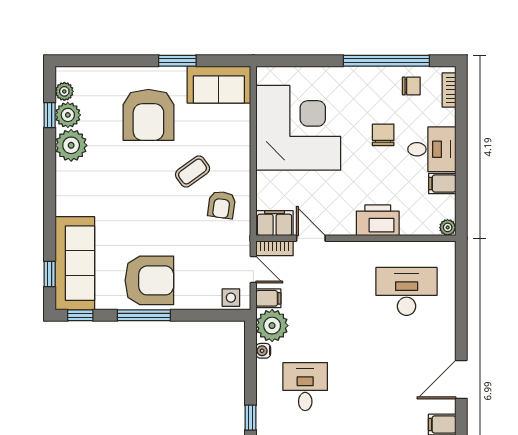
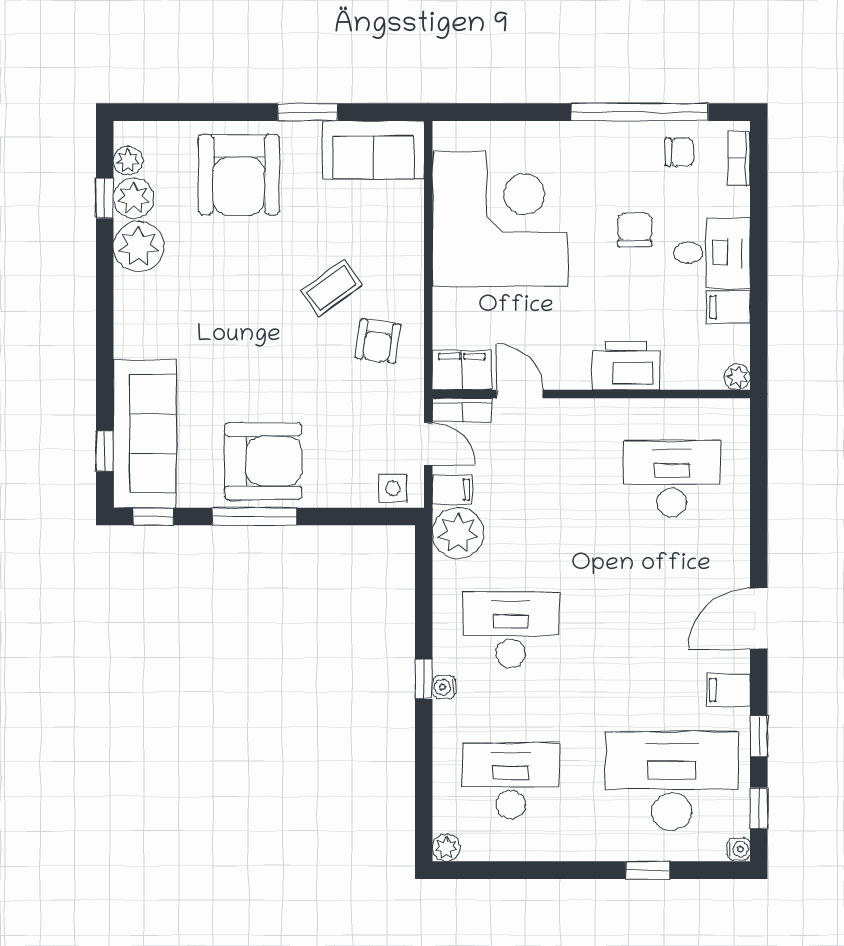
armchair: (148, 115) -> (239, 175), moved
water cooler: (263, 351) -> (444, 687), moved
desk: (305, 387) -> (511, 630), width x1.37

